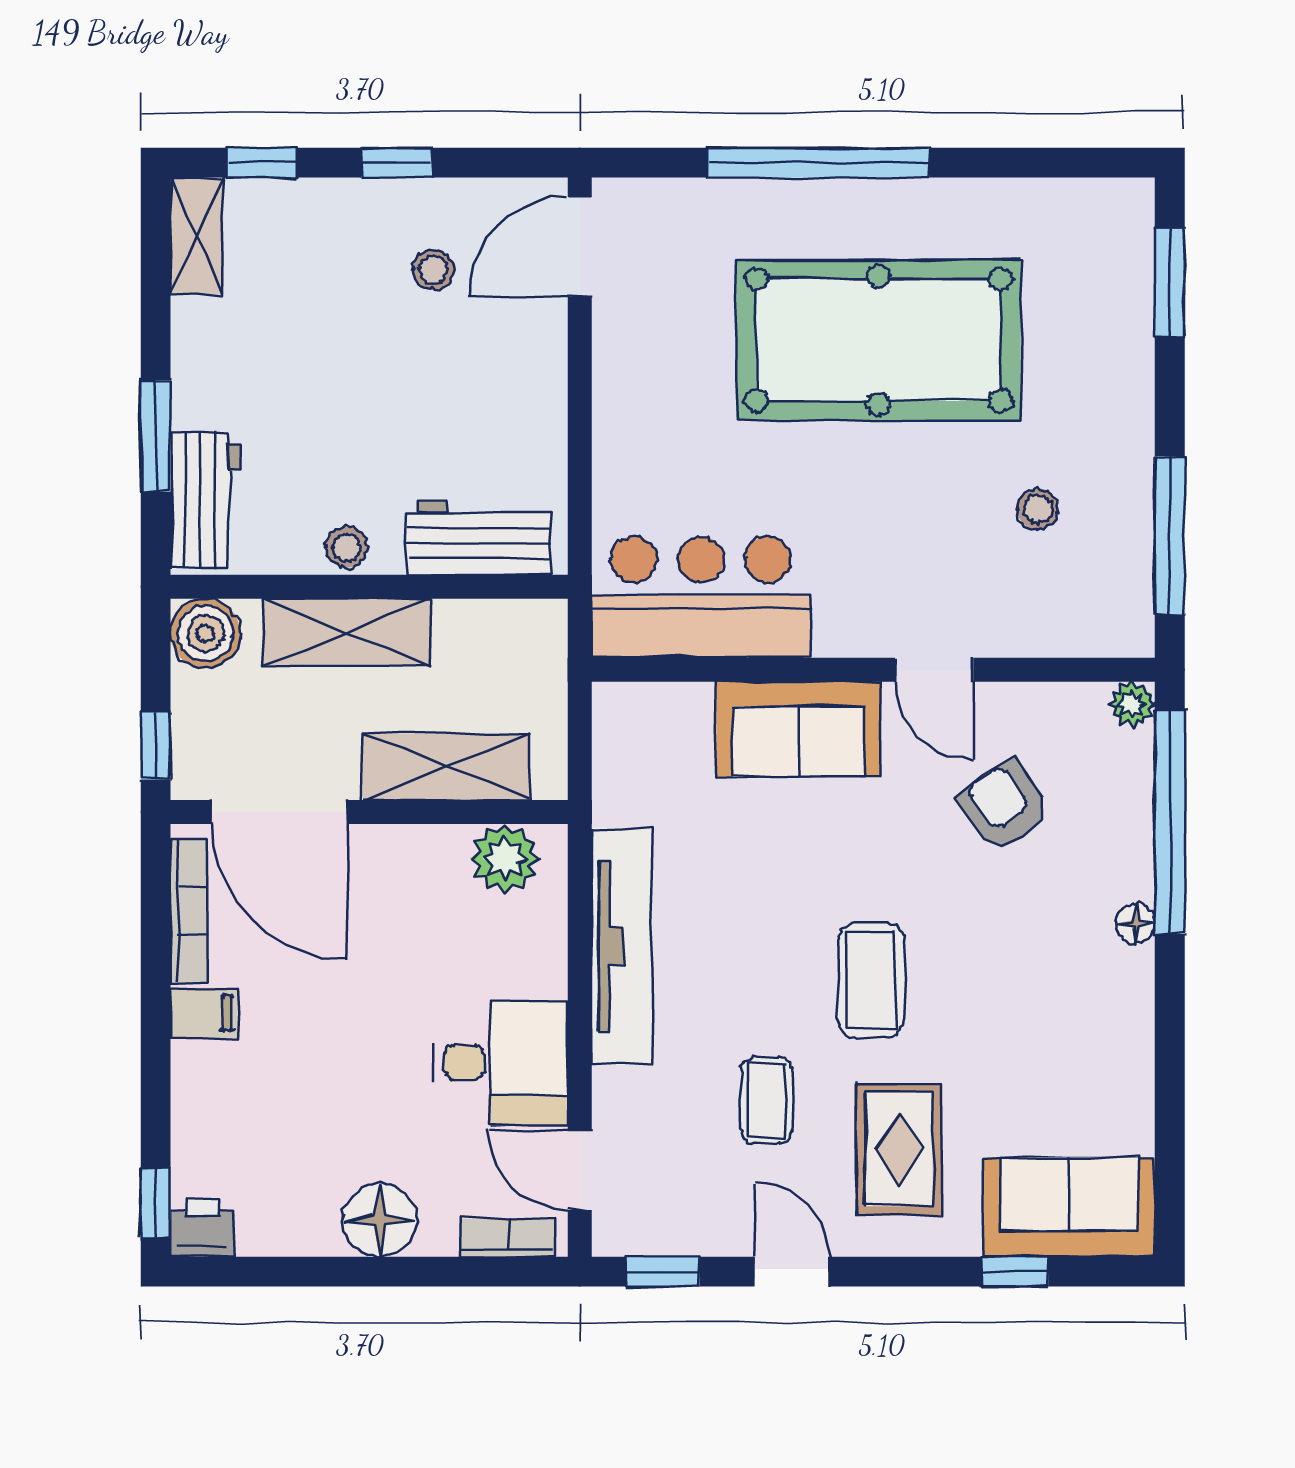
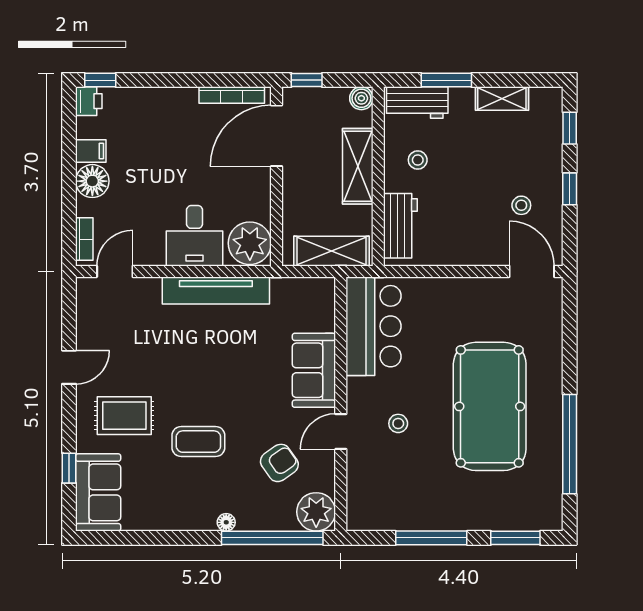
window: (819, 163) -> (570, 444), moved
shelving: (197, 236) -> (502, 99), moved
stool: (1038, 509) -> (398, 423), moved
window: (1170, 535) -> (431, 538), moved
stool: (346, 547) -> (418, 160), moved
boiler: (205, 633) -> (361, 98), width x0.73, depth x0.73
plant: (1132, 704) -> (316, 512), width x1.87, depth x1.87
shelving: (446, 767) -> (332, 251), moved, turned 90
plant: (505, 859) -> (250, 243), width x1.36, depth x1.36
coffee table: (871, 980) -> (198, 442), moved
filing cabinet: (204, 1013) -> (91, 151), moved, turned -90
desk: (501, 1063) -> (195, 236), moved
coffee table: (767, 1101) -> (146, 356), removed
window: (663, 1272) -> (69, 309), removed

